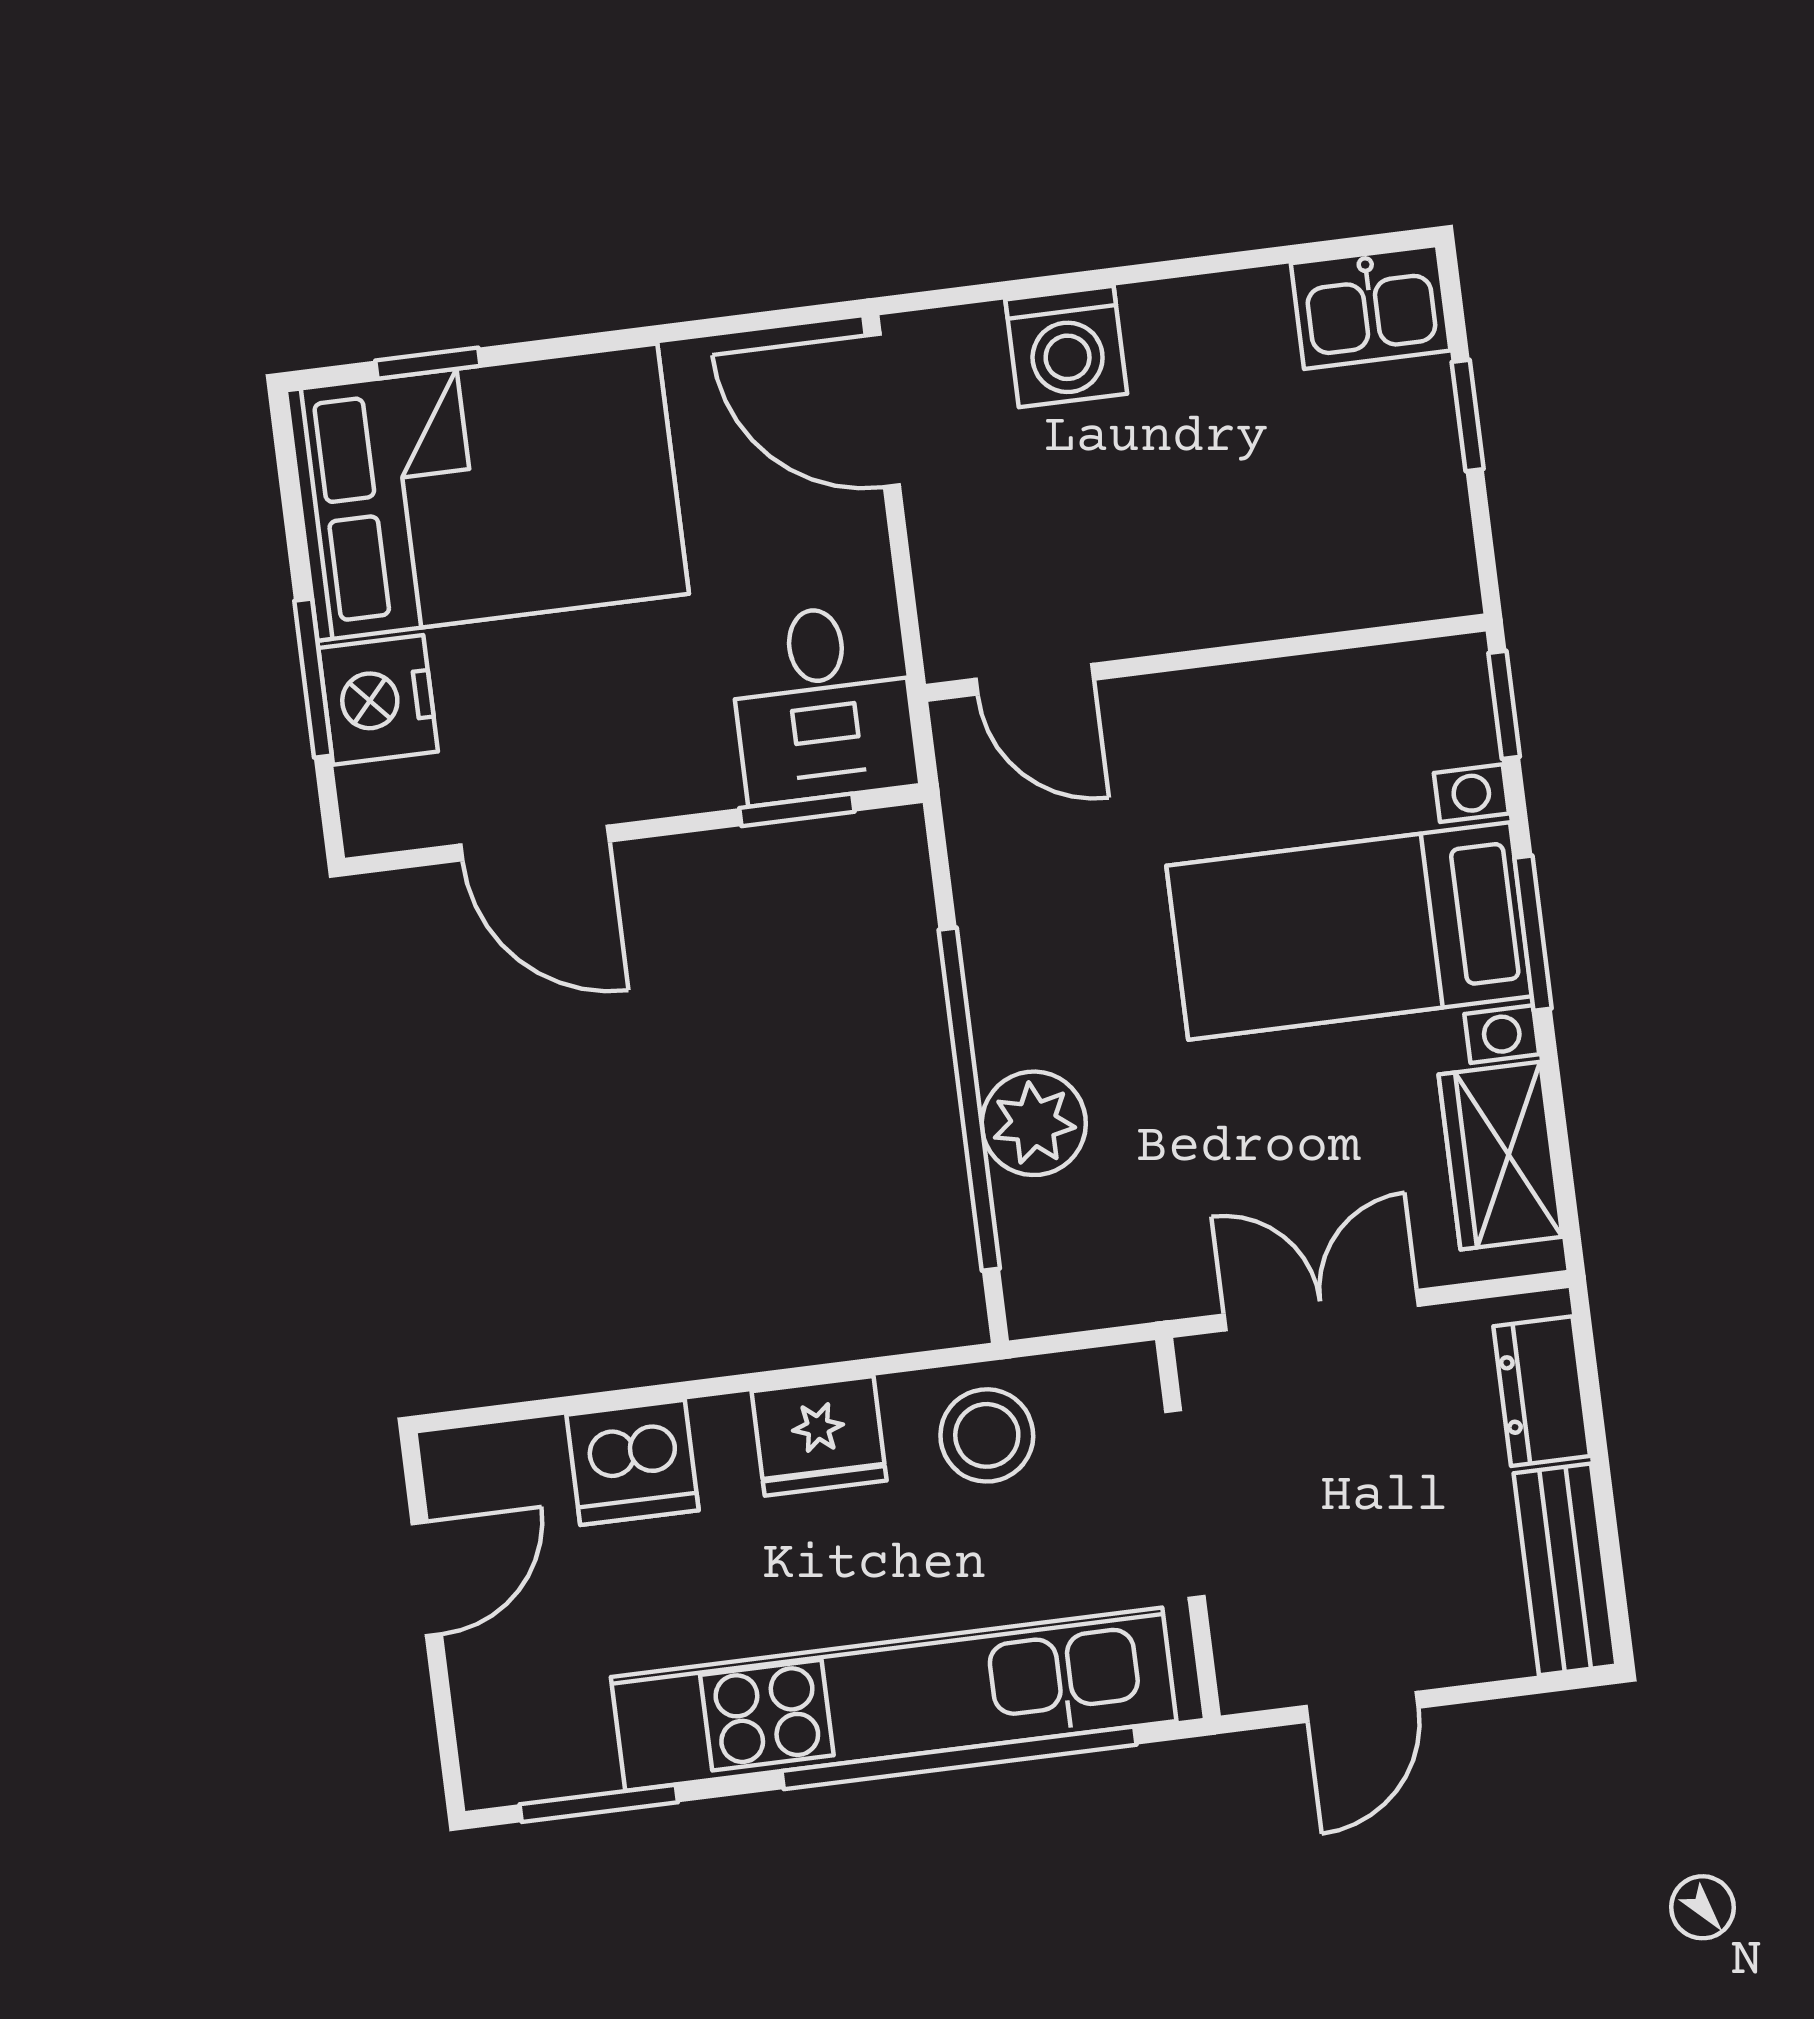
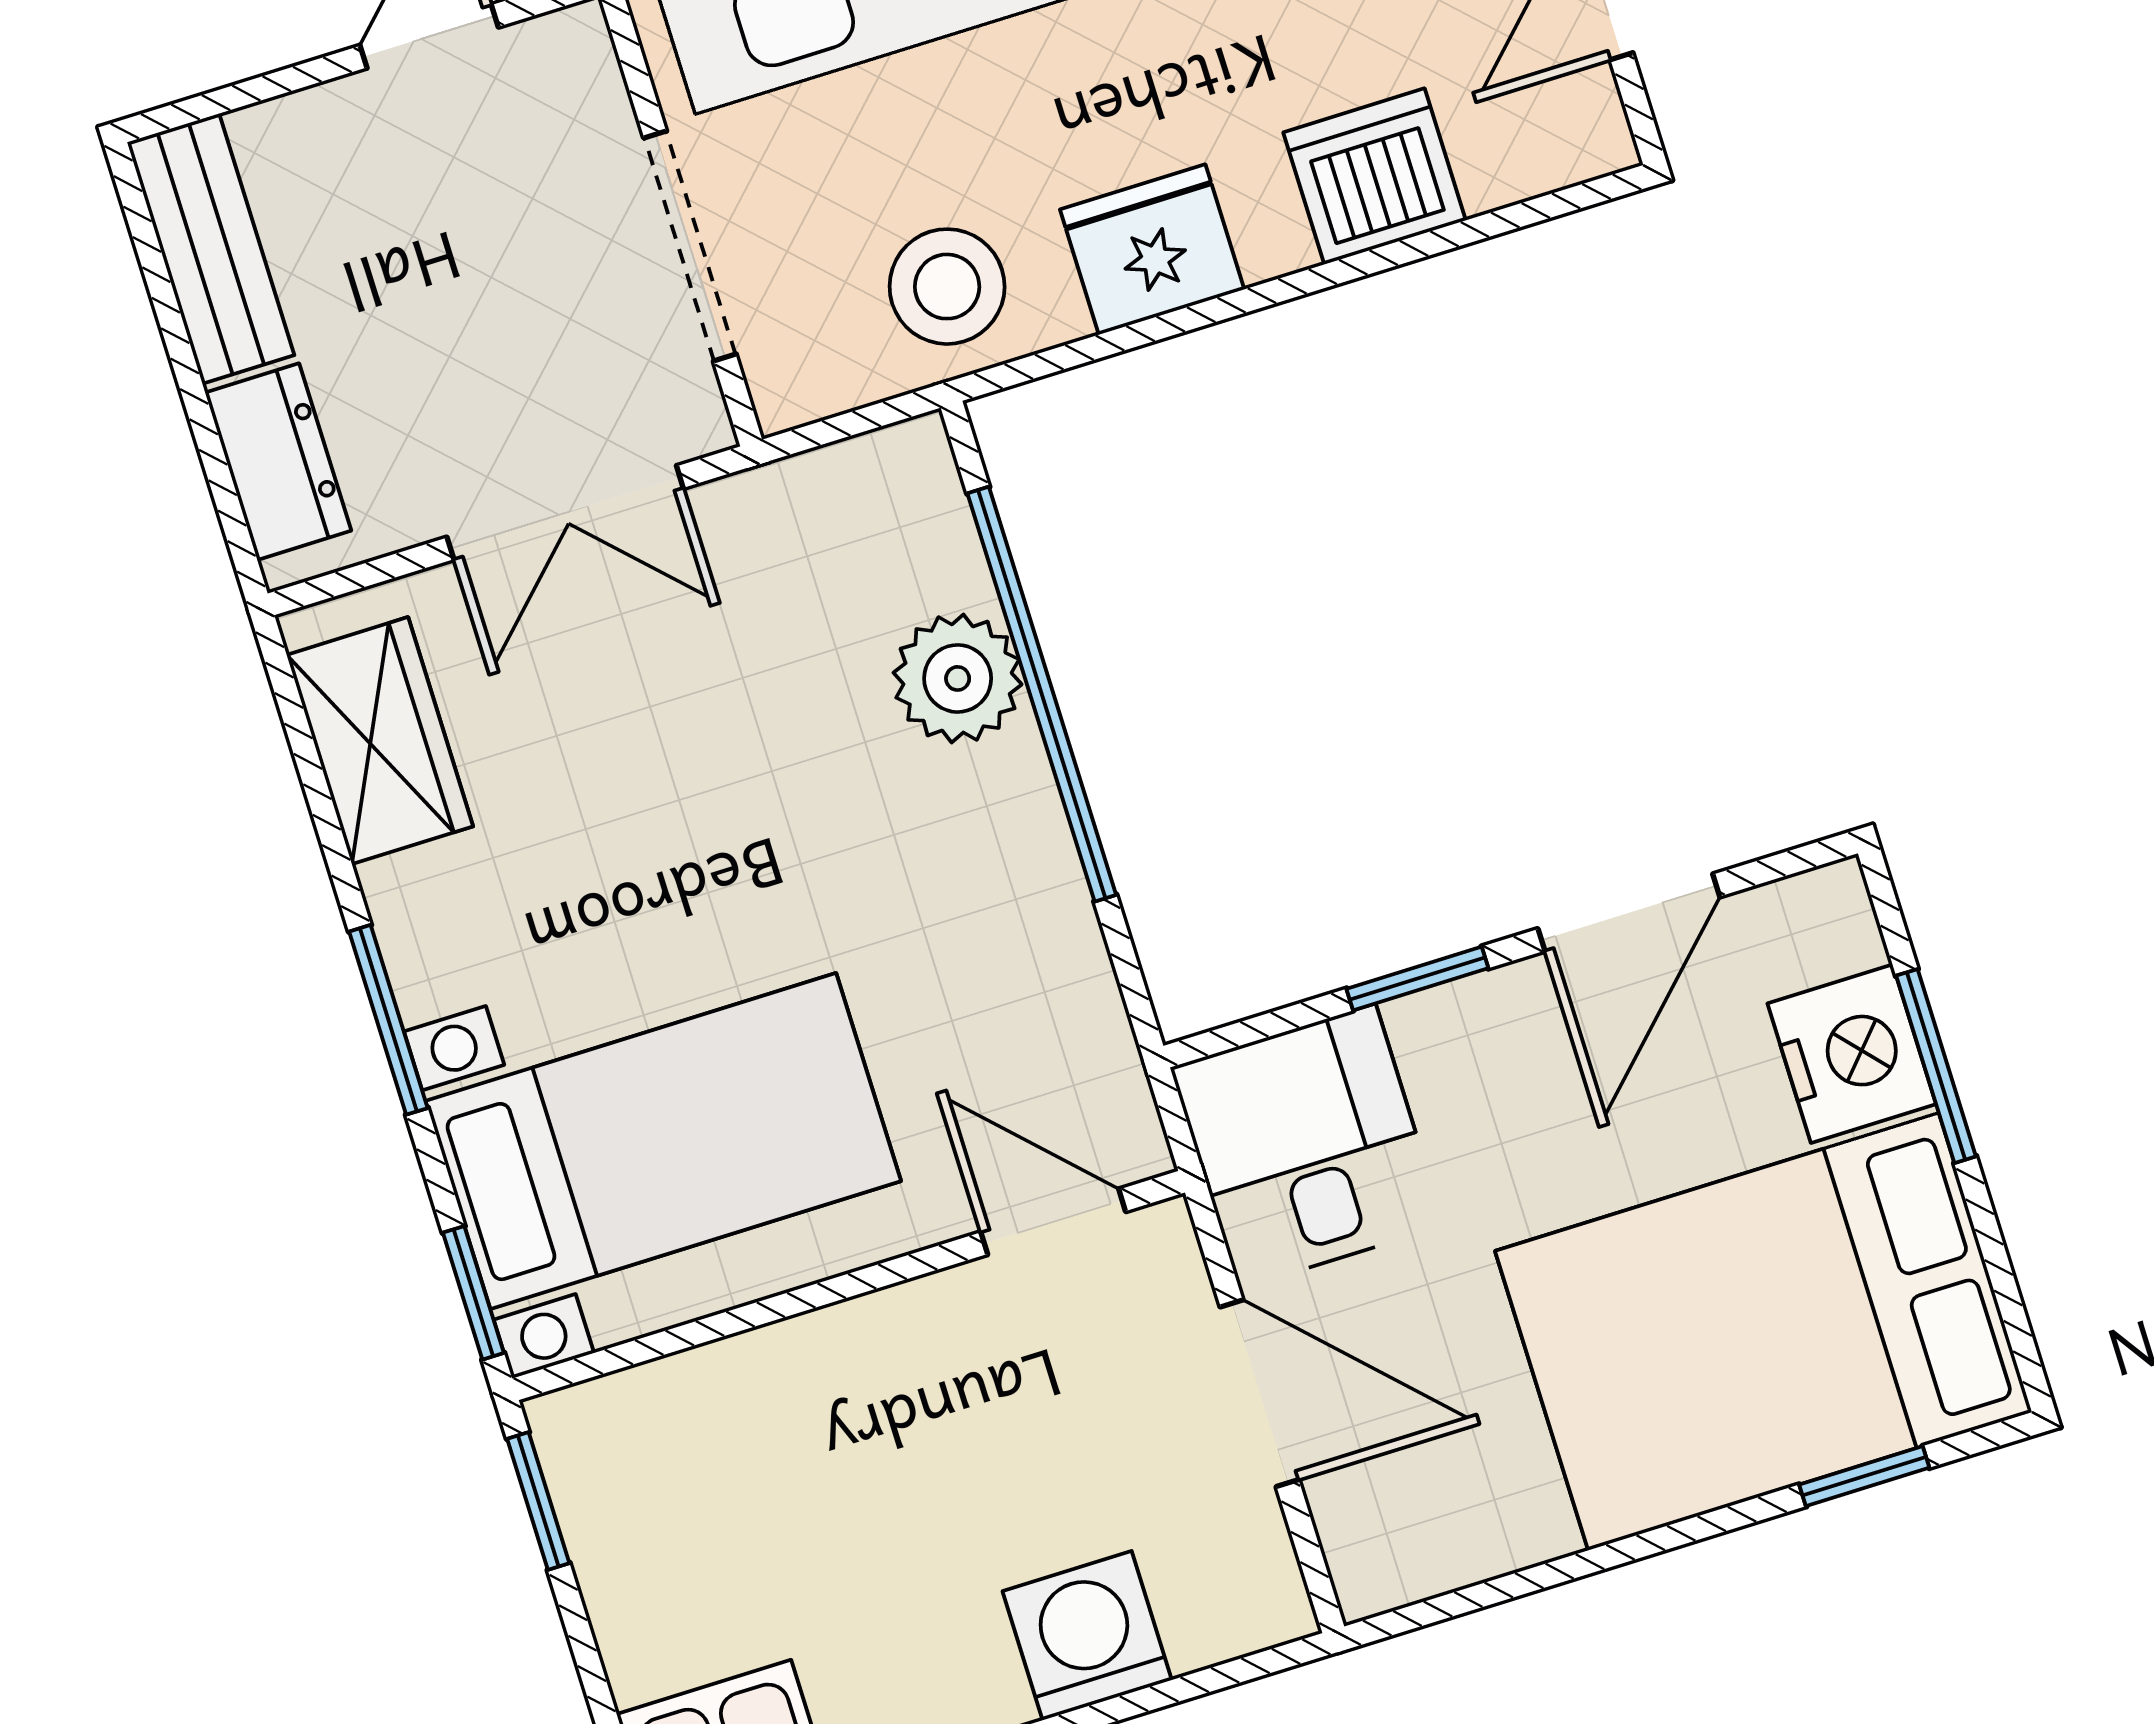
door: (882, 410) -> (1260, 1393), moved
window: (1468, 415) -> (538, 1501), moved
window: (797, 810) -> (1417, 979), moved
door: (535, 843) -> (1629, 913), swing flipped
bed with nightstands: (1349, 931) -> (663, 1141), moved

